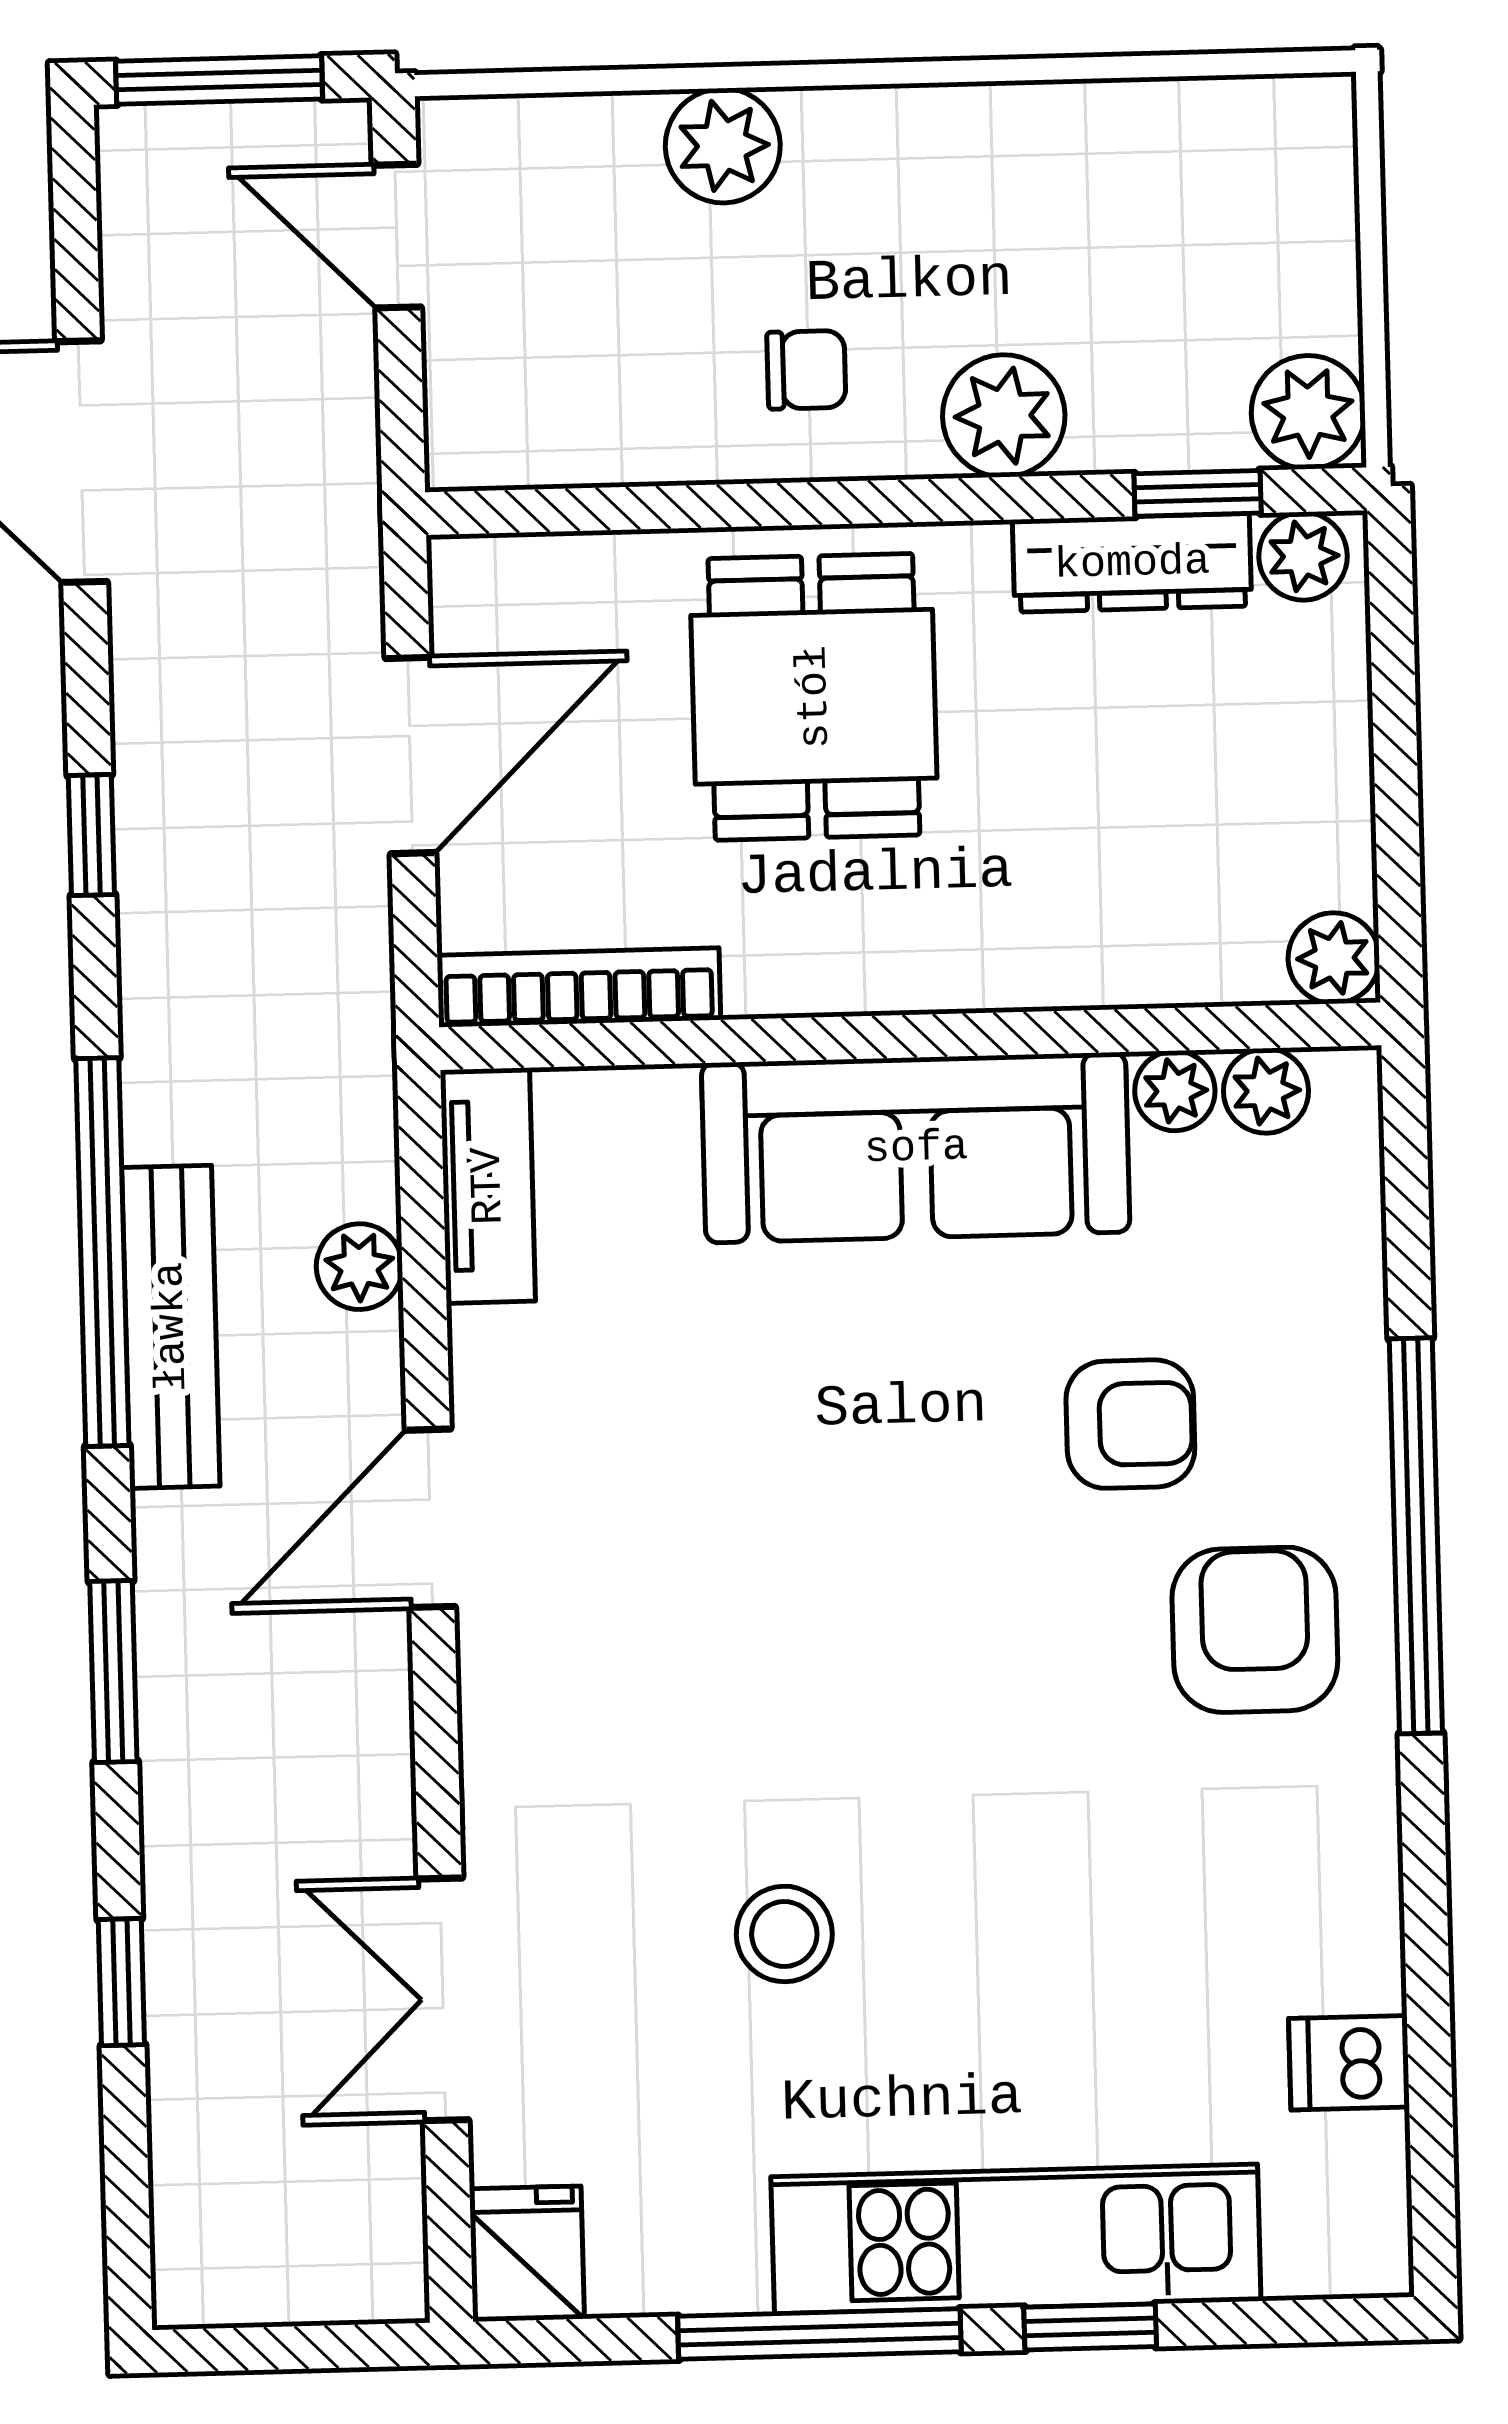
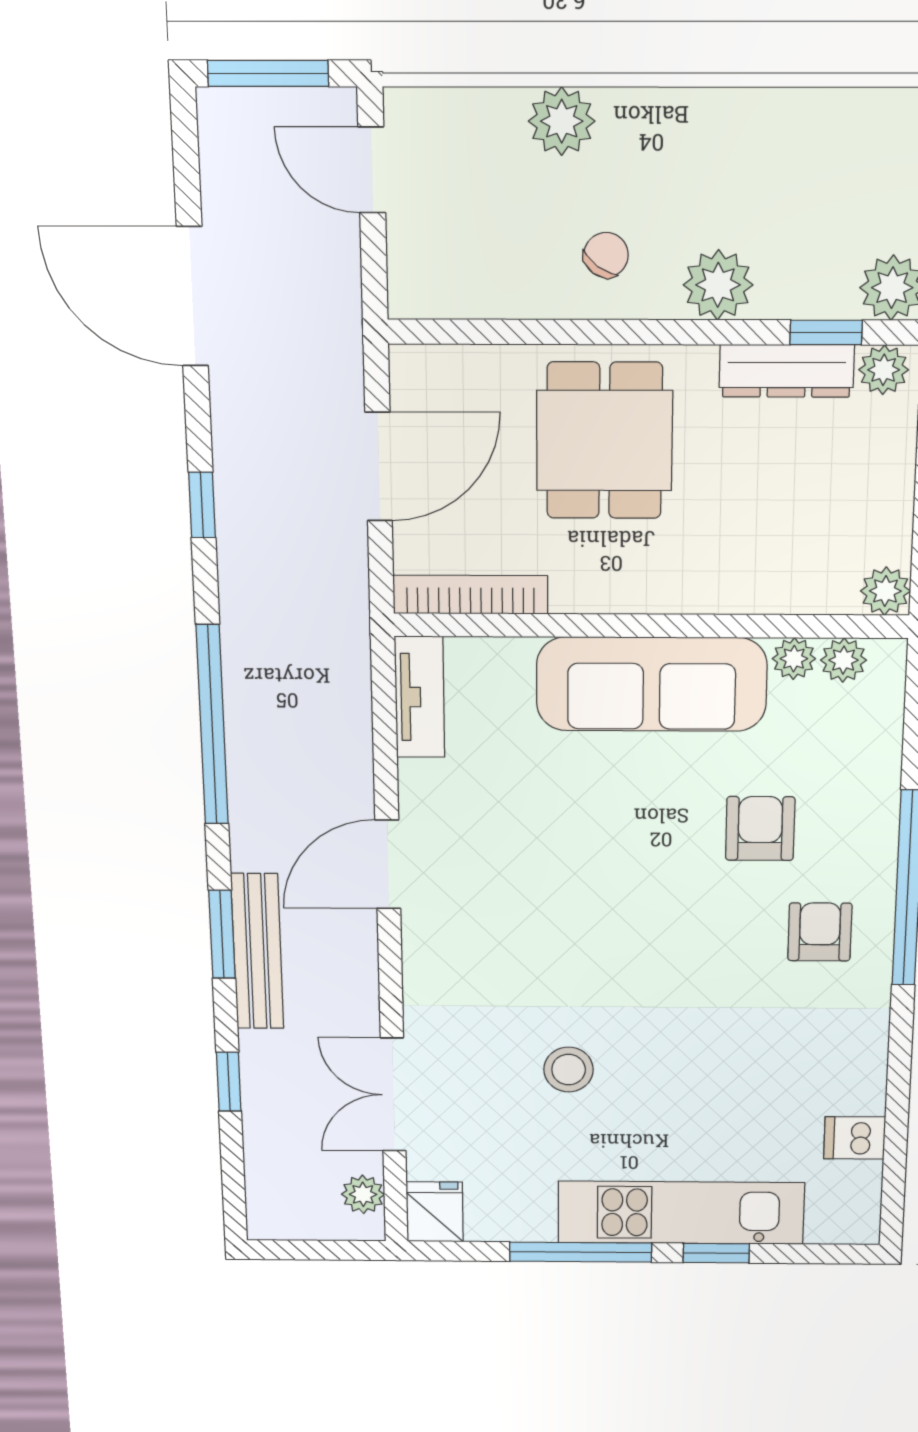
chair: (806, 370) -> (606, 255), turned -54
plant: (359, 1267) -> (363, 1194), moved
bench: (171, 1327) -> (257, 952), moved
armchair: (1130, 1424) -> (760, 829), turned -90
armchair: (1255, 1630) -> (820, 932), width x0.72, depth x0.72

